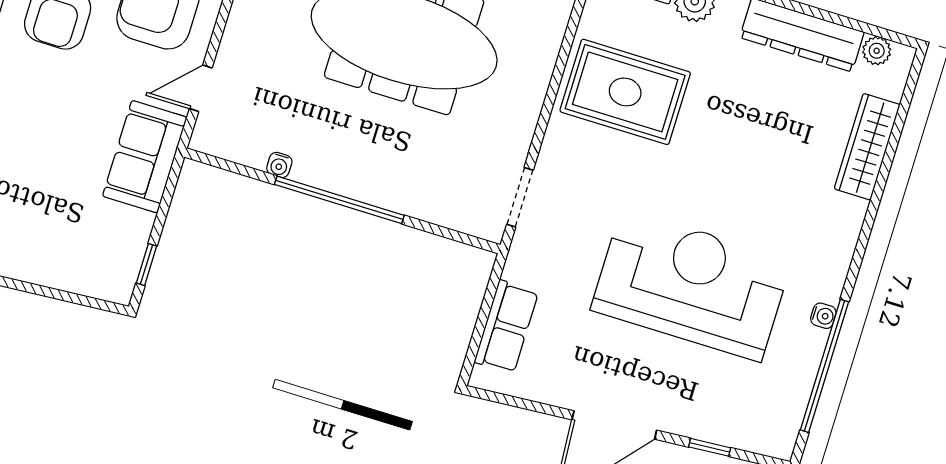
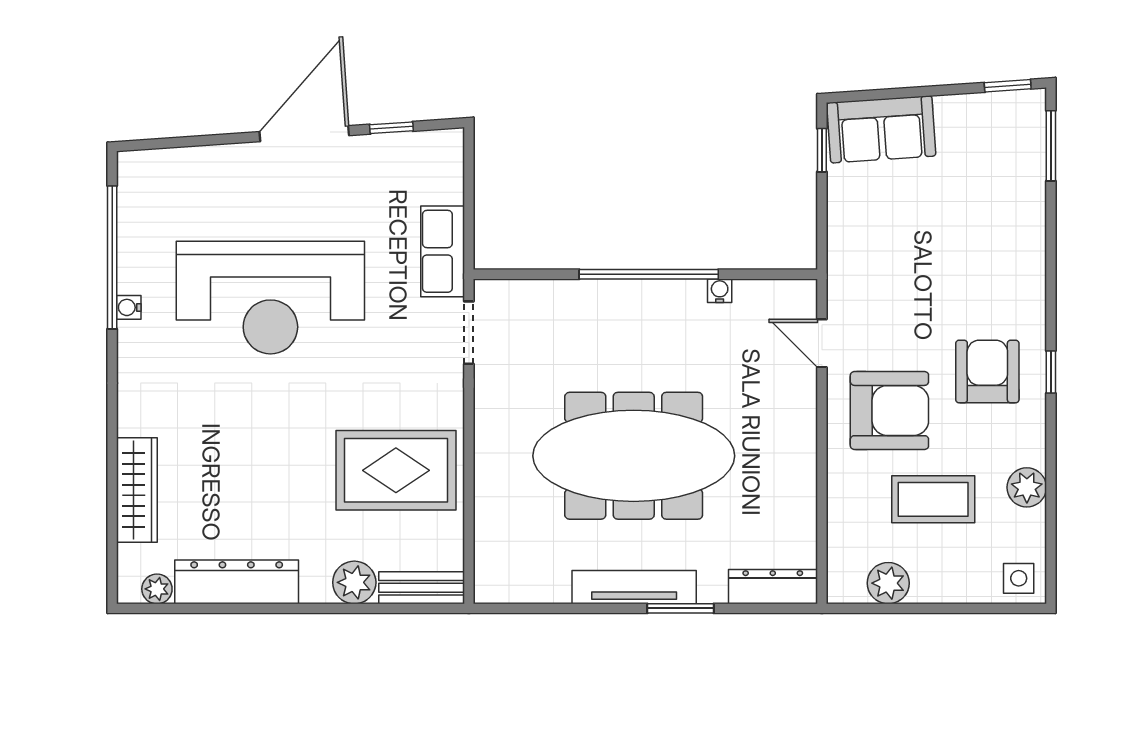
door: (201, 88) -> (822, 343), swing flipped
sofa: (145, 157) -> (881, 129), moved, turned 86
row of seats: (506, 327) -> (443, 251), moved
window: (710, 447) -> (391, 128), moved

